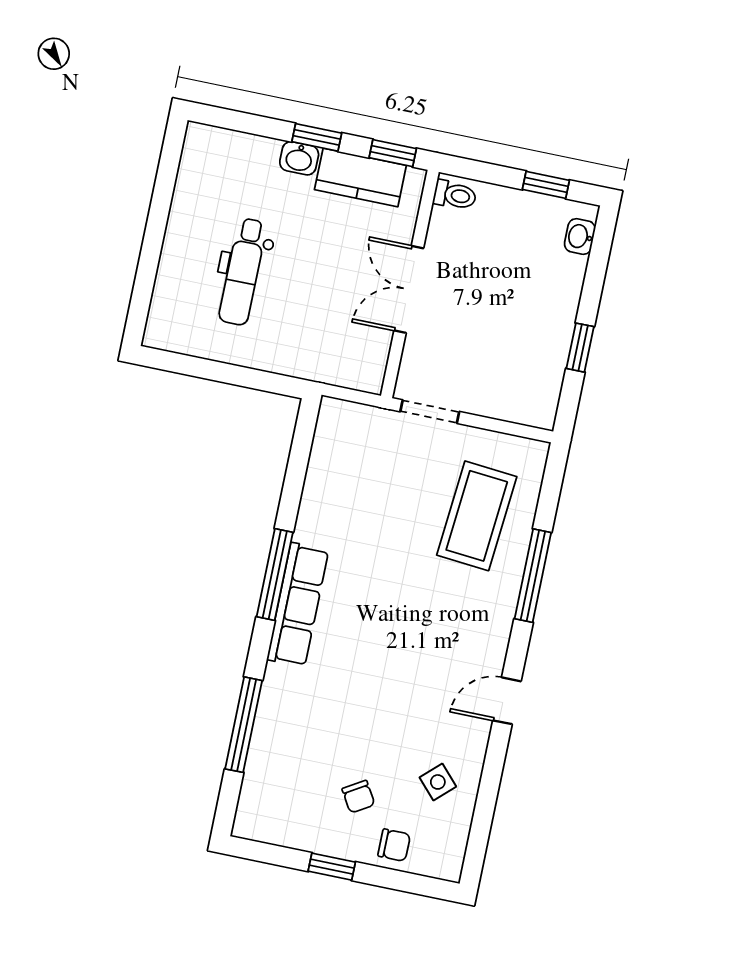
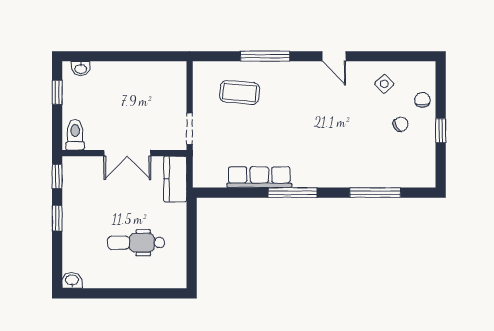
washbasin: (299, 158) -> (72, 280), moved, turned -90
kitchen counter: (360, 178) -> (175, 179), moved, turned 180
toilet: (455, 195) -> (75, 135), width x1.37, depth x1.39
dental chair: (243, 272) -> (136, 243), turned 180
window: (580, 348) -> (139, 56), removed
coffee table: (477, 516) -> (240, 92), width x0.73, depth x0.76
row of seats: (298, 605) -> (259, 177), moved

